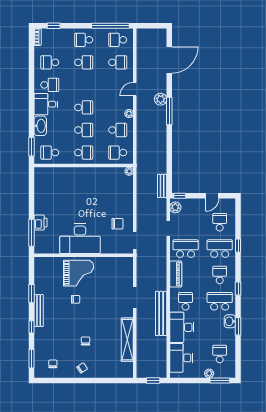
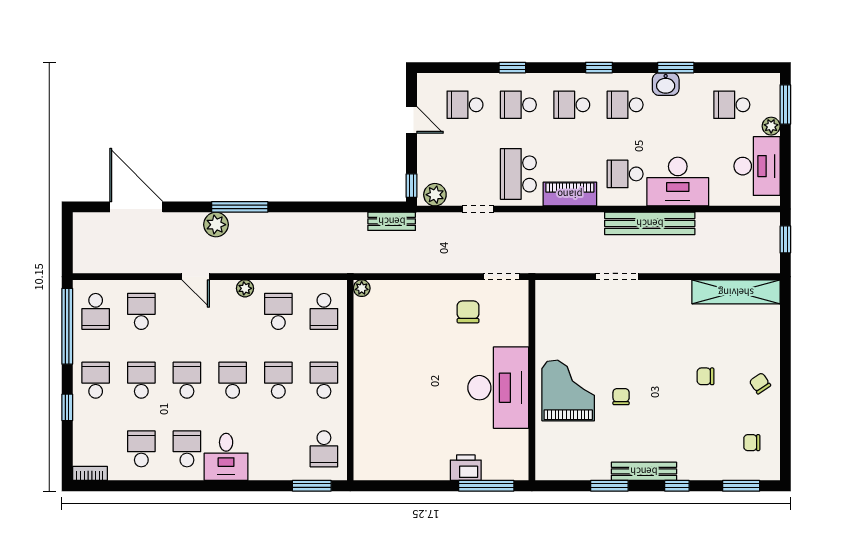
window: (54, 26) -> (67, 407), moved
school desk: (84, 40) -> (96, 380), turned 180
school desk: (50, 62) -> (141, 449), turned 180
school desk: (84, 85) -> (187, 380), added
washbasin: (40, 126) -> (270, 468), removed
school desk: (220, 249) -> (518, 105), width x0.54
school desk: (220, 301) -> (625, 105), width x0.54
shelving: (127, 340) -> (736, 292), moved
desk: (181, 358) -> (757, 166), moved, turned -90

